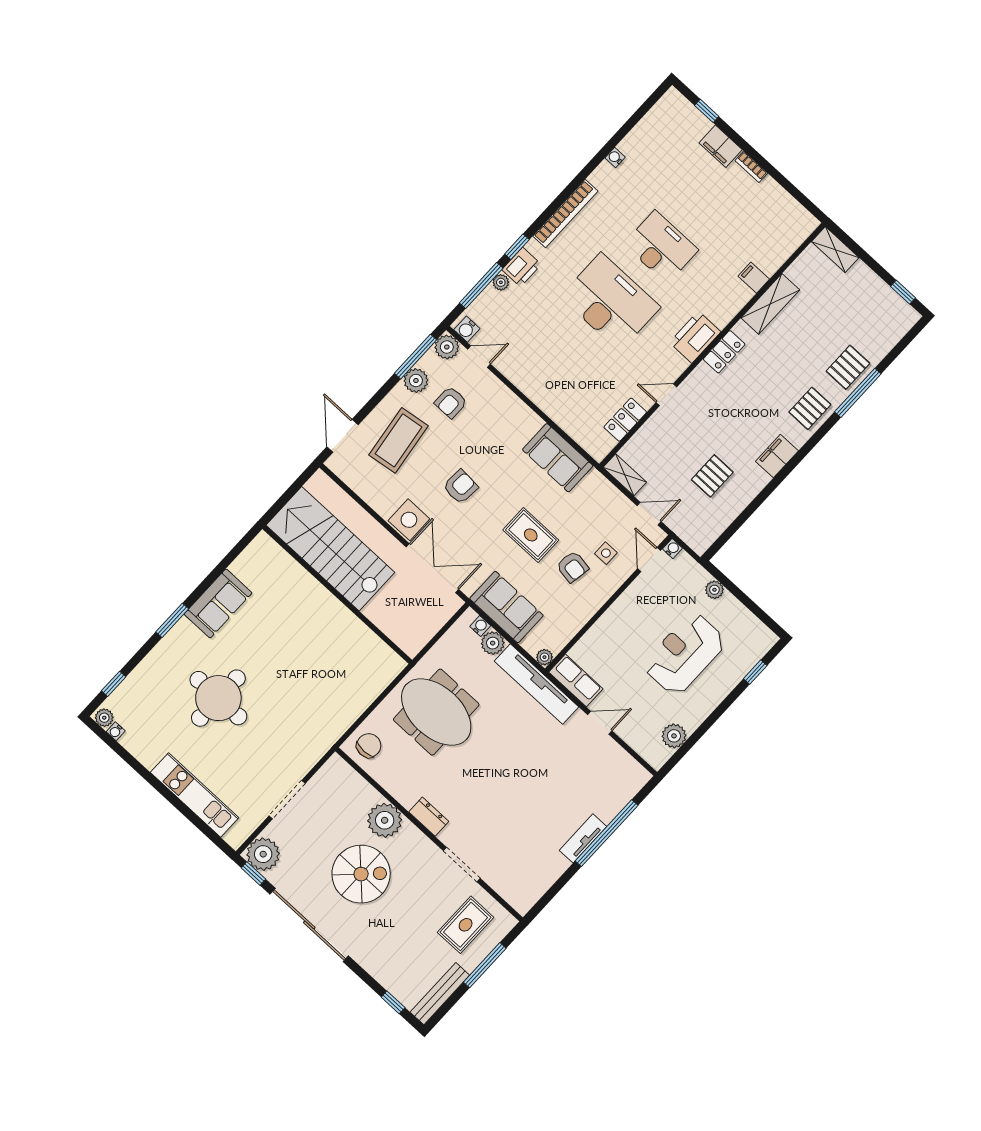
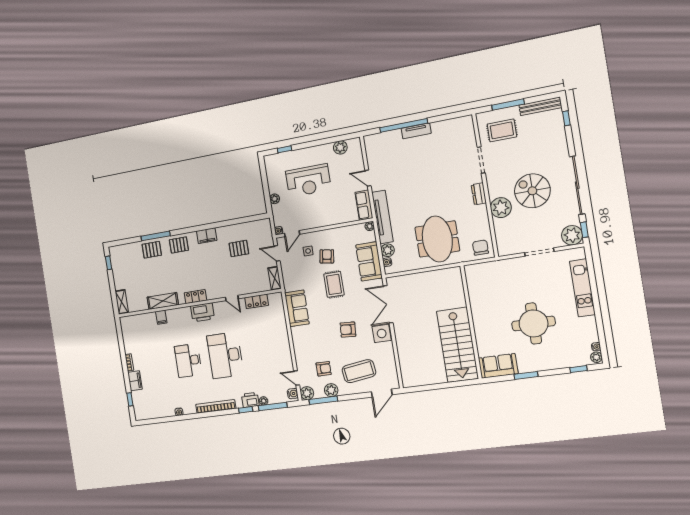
stairs: (330, 549) -> (457, 345), moved
wall: (337, 595) -> (471, 322), moved
chair: (369, 746) -> (480, 248), turned 90

